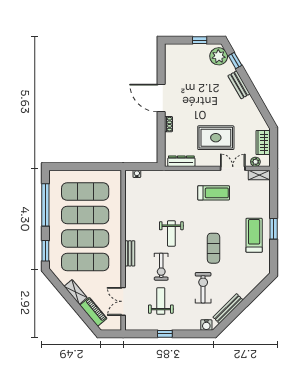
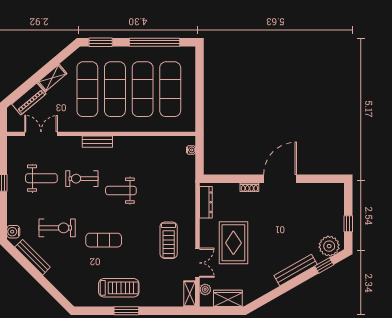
bench: (239, 85) -> (296, 270), width x1.36

